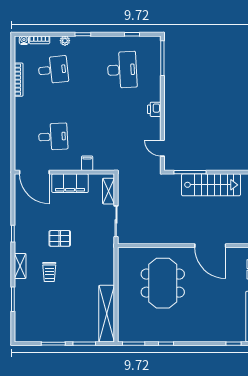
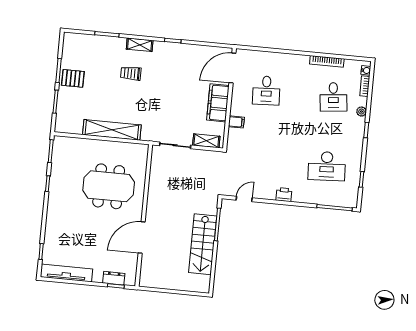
pallet: (60, 238) -> (73, 78), moved, turned 90
shelving: (107, 314) -> (112, 130), moved

